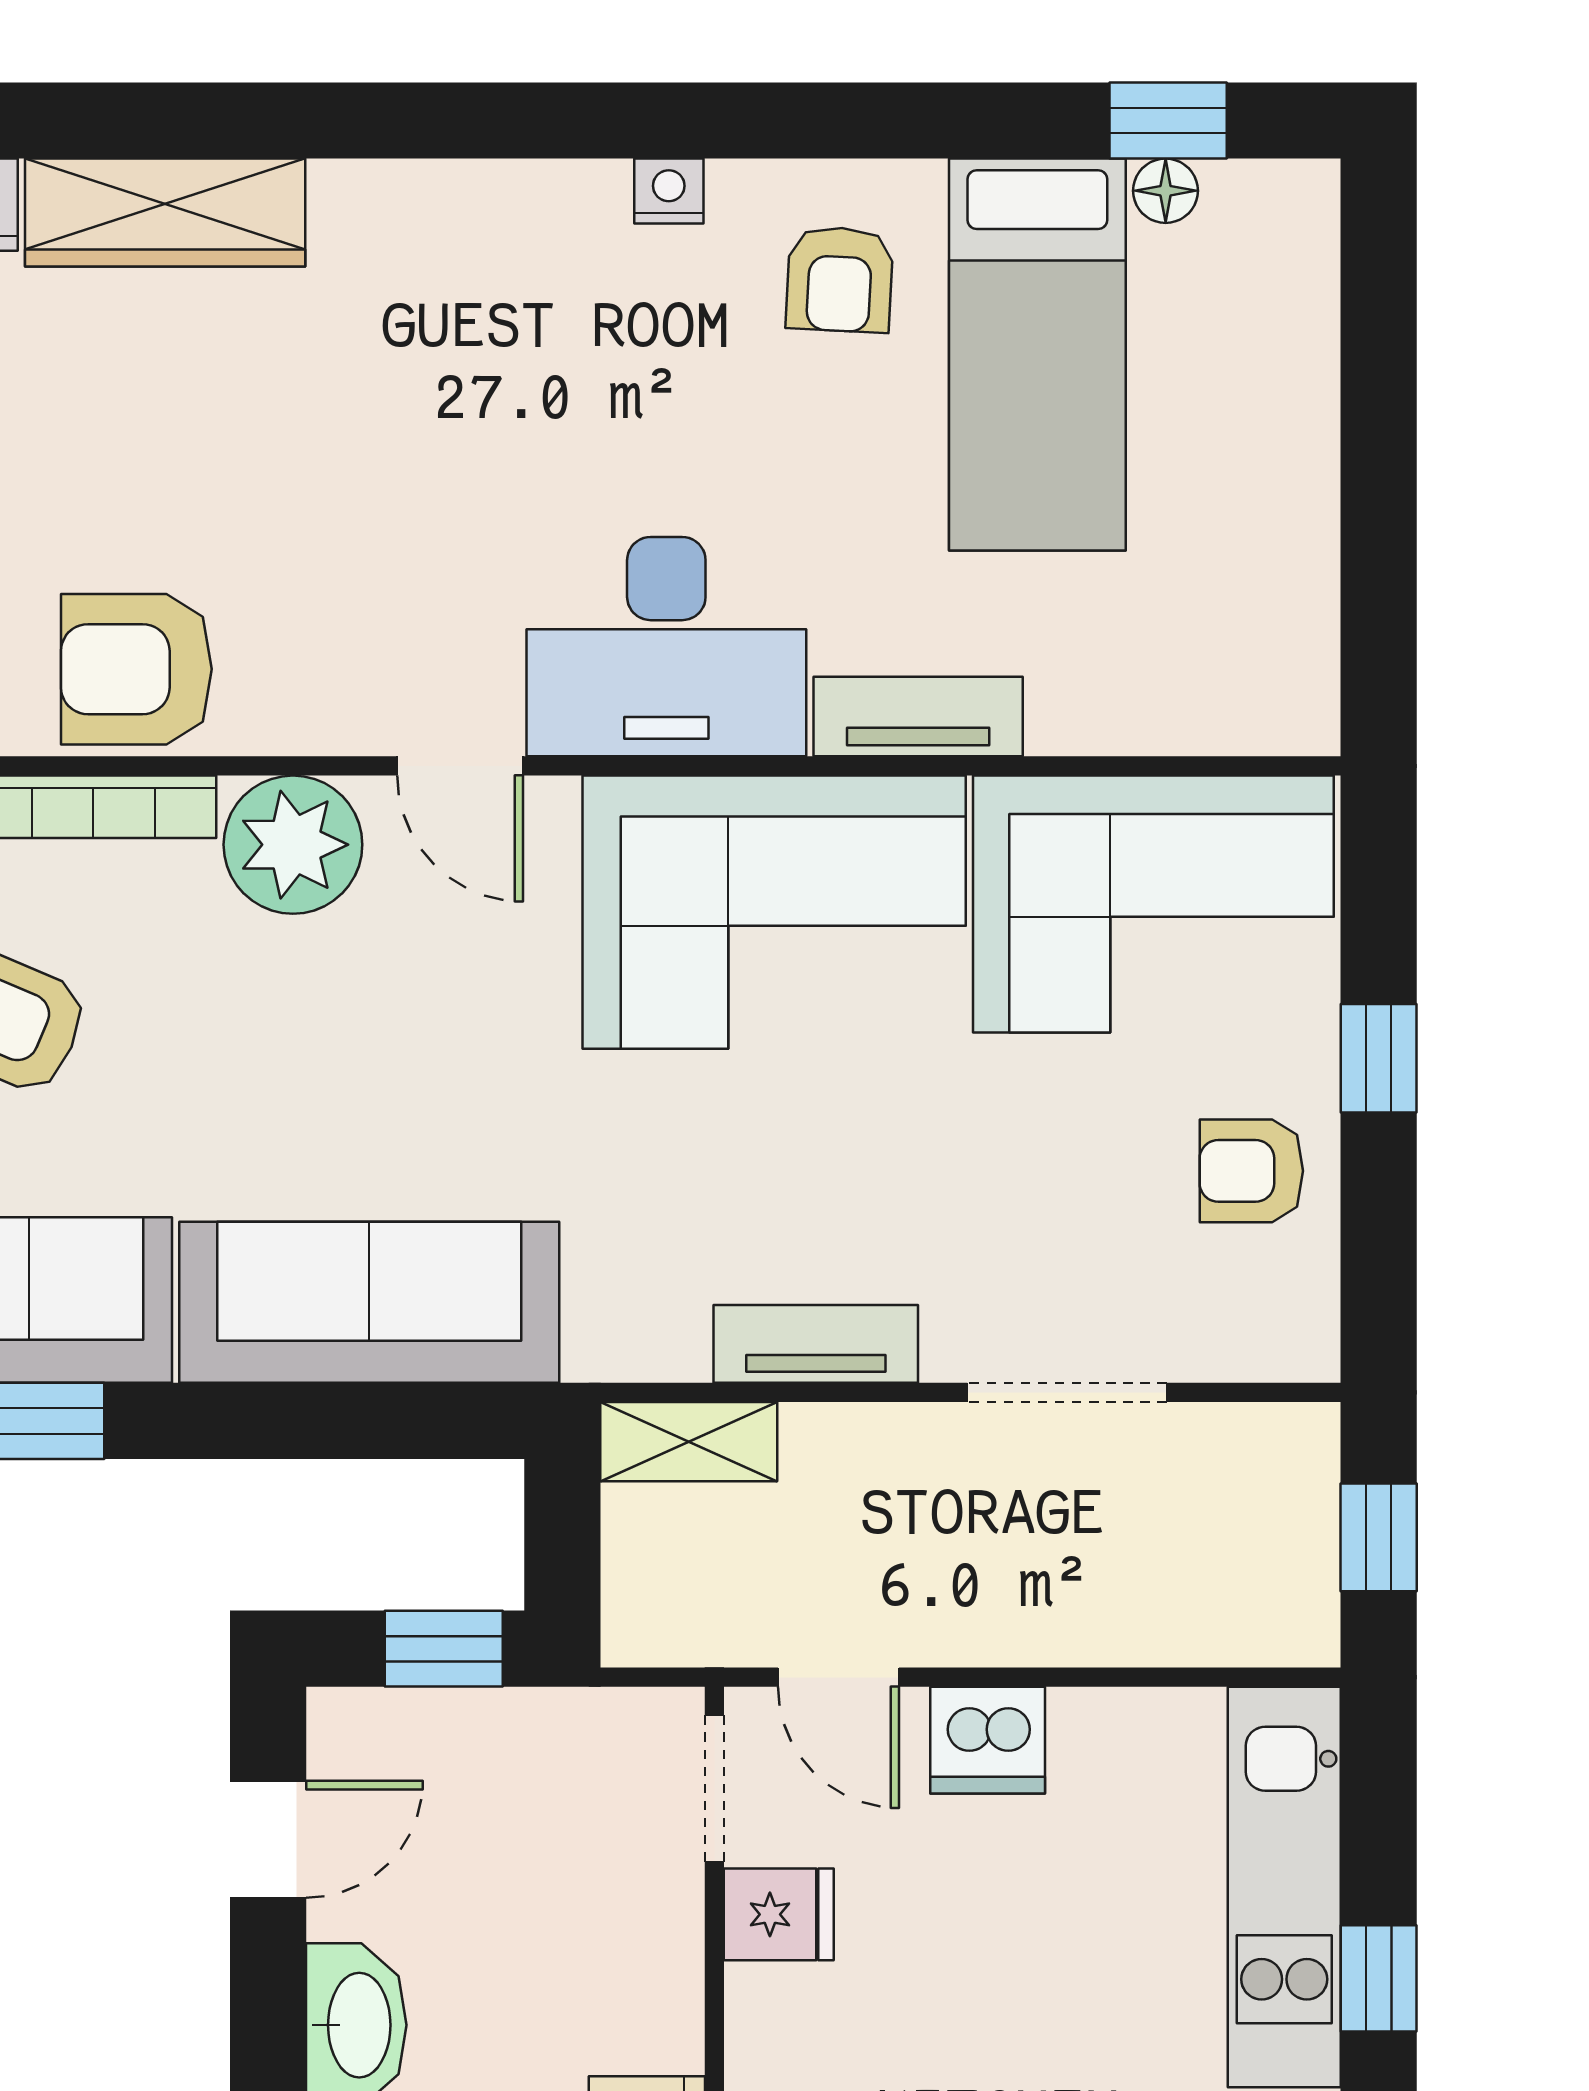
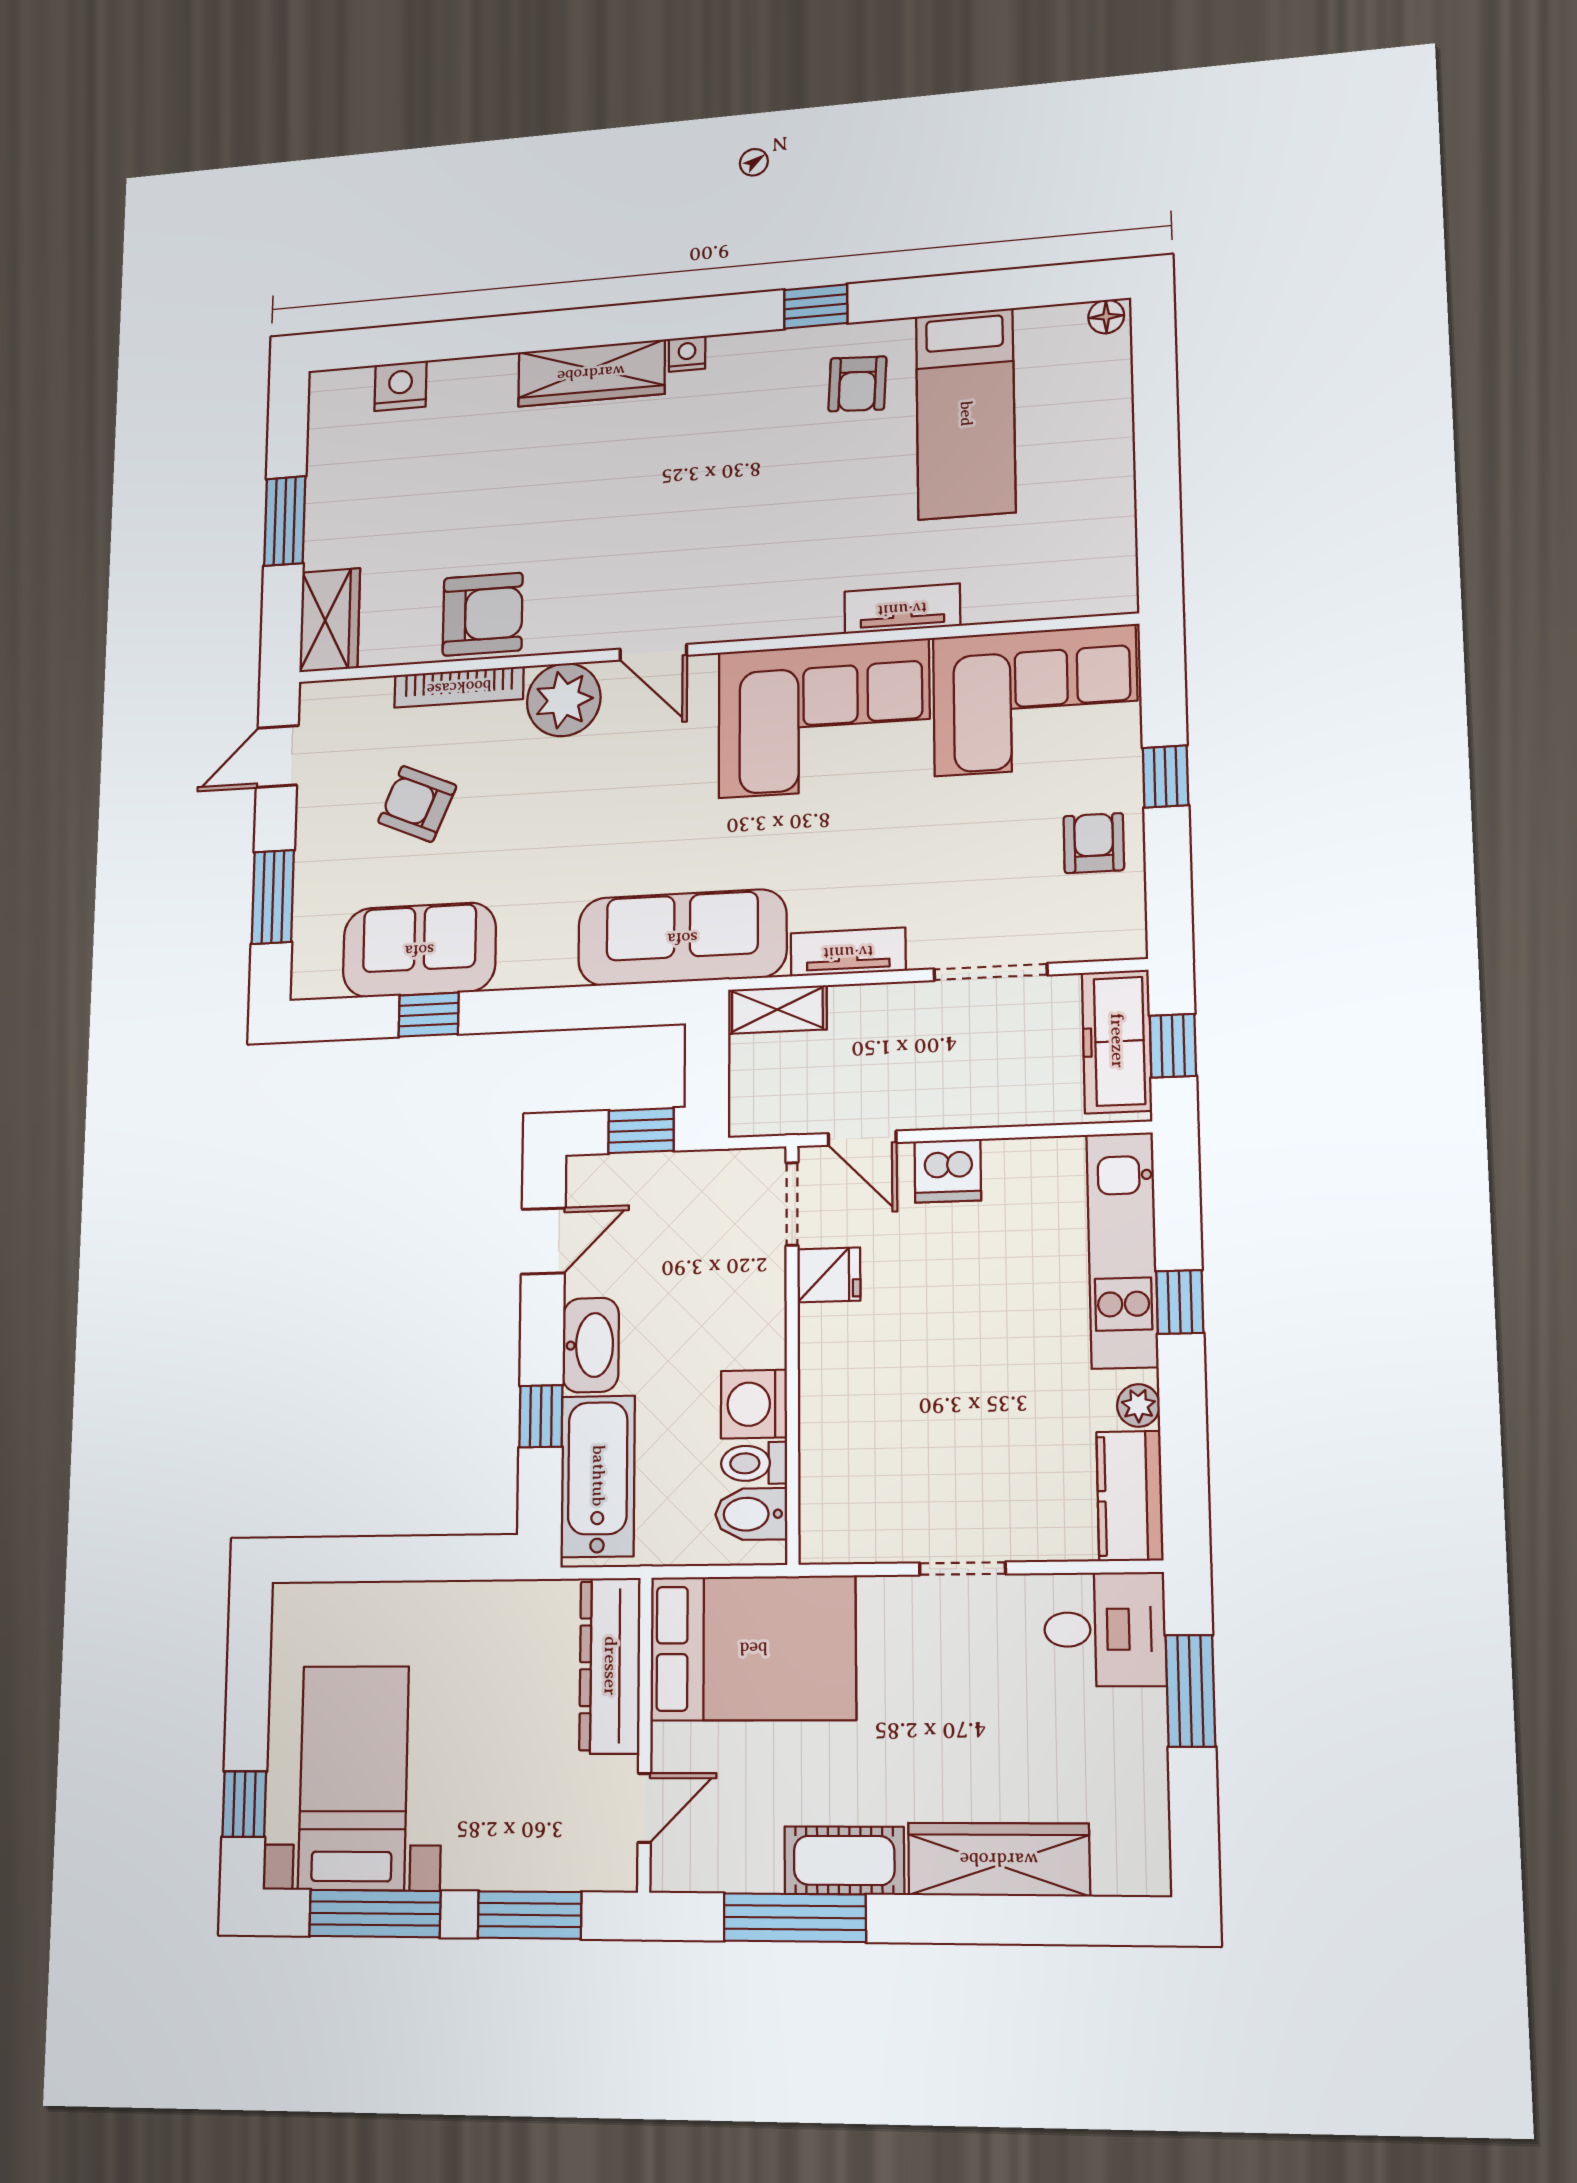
window: (1168, 120) -> (816, 307), moved
nightstand: (669, 191) -> (687, 354), moved
floor lamp: (1166, 191) -> (1106, 317), moved
wardrobe: (165, 213) -> (591, 373), moved
desk: (666, 647) -> (765, 582), removed
armchair: (136, 669) -> (483, 614), turned 180
armchair: (1251, 1171) -> (1094, 843), turned 90
sofa: (369, 1302) -> (682, 938), moved
freezer: (1283, 1526) -> (1117, 1041), added

